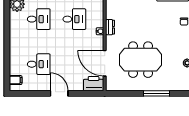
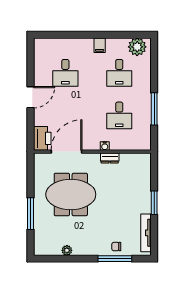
meeting table: (141, 60) -> (71, 194), turned 90
filing cabinet: (16, 80) -> (100, 45), moved

